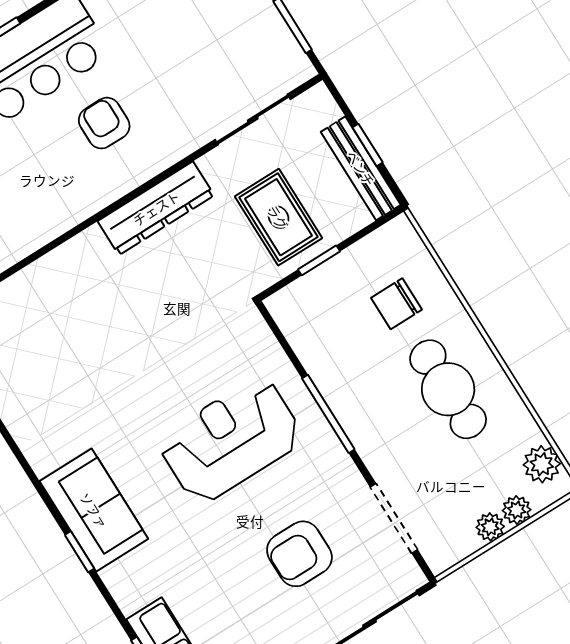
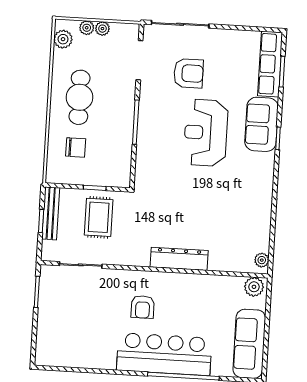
dresser: (156, 208) -> (179, 259), moved
reception desk: (231, 440) -> (206, 133), moved, turned 90
sofa: (94, 510) -> (261, 124), moved

